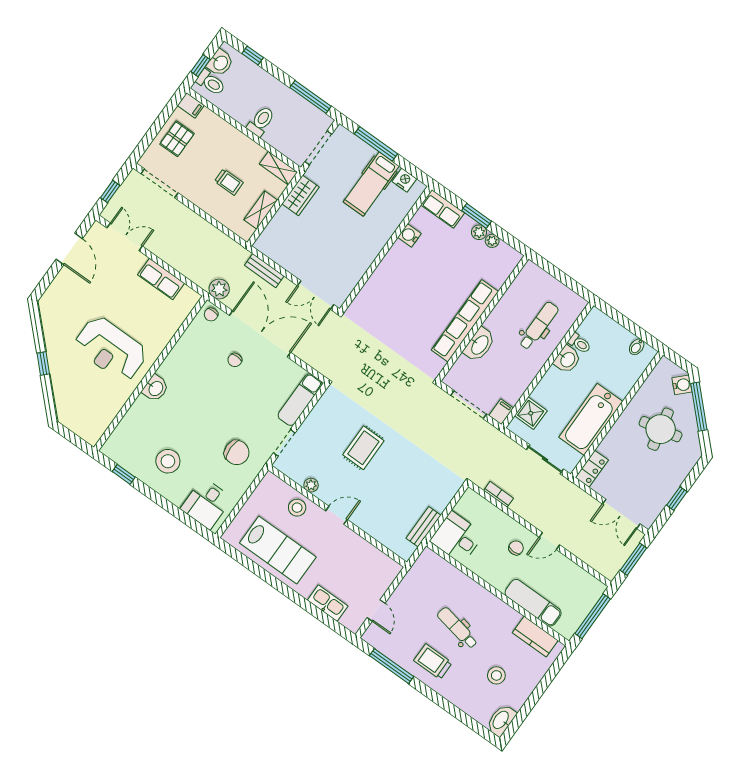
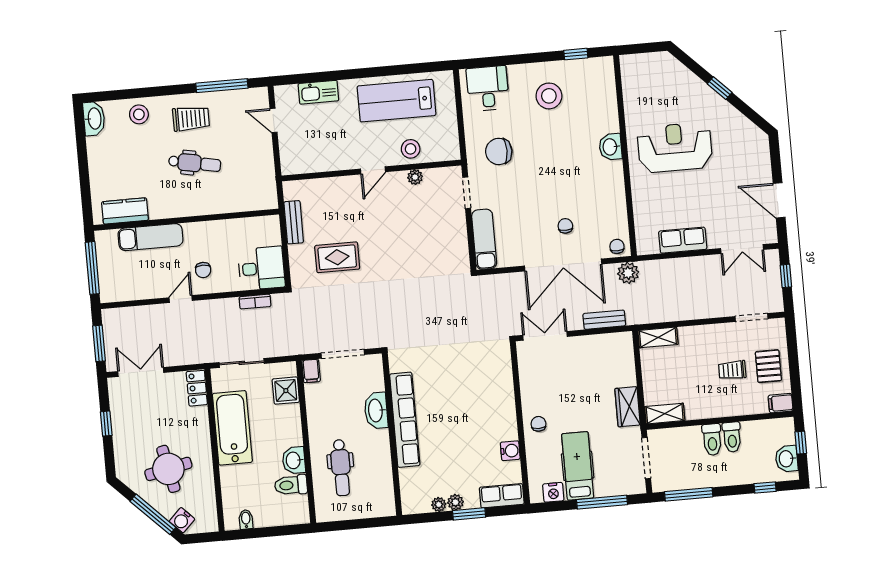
toilet: (211, 82) -> (732, 437), moved, turned -90
trolley: (229, 182) -> (732, 370), moved
doorway: (159, 183) -> (751, 317), width x0.73
shelving: (261, 210) -> (658, 337), moved, turned 90
chair: (373, 237) -> (538, 424), added
toilet: (579, 343) -> (291, 485), width x1.37, depth x1.39
rug: (363, 448) -> (337, 257), moved, turned 90
desk: (457, 538) -> (261, 268), moved
stool: (496, 675) -> (139, 114), moved

